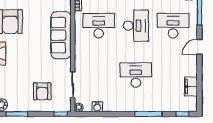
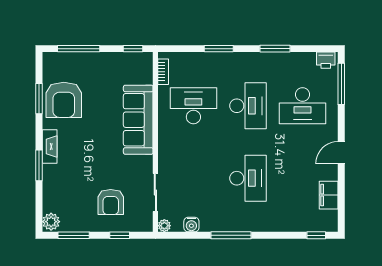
desk: (173, 26) -> (303, 106), turned 180
door: (199, 47) -> (341, 153), moved
desk: (136, 75) -> (248, 178), turned 90
window: (61, 114) -> (120, 235), moved
window: (148, 114) -> (231, 235), moved

